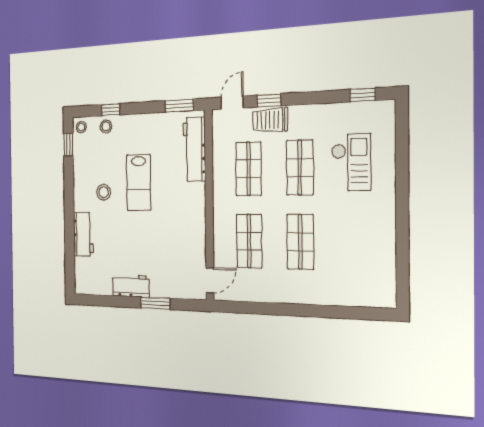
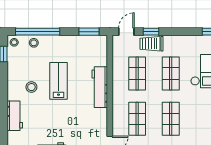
window: (111, 110) -> (38, 32), width x3.17
workbench: (194, 149) -> (100, 87), moved
lab bench: (139, 183) -> (58, 81), turned 180

